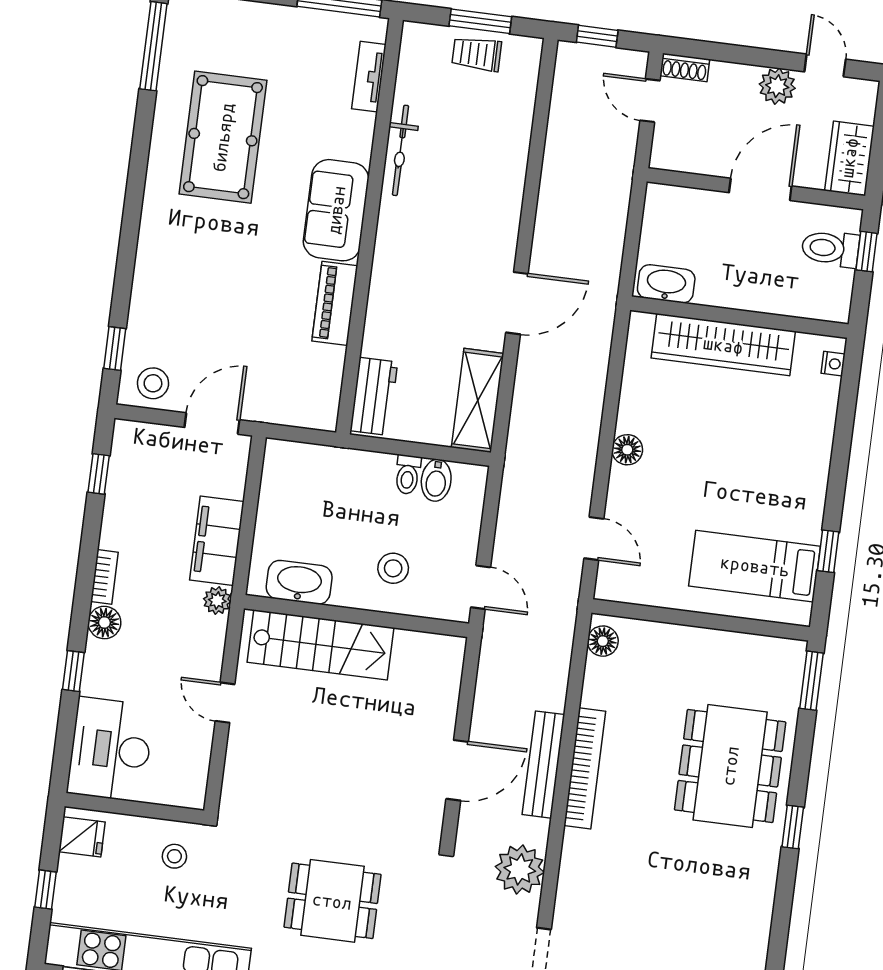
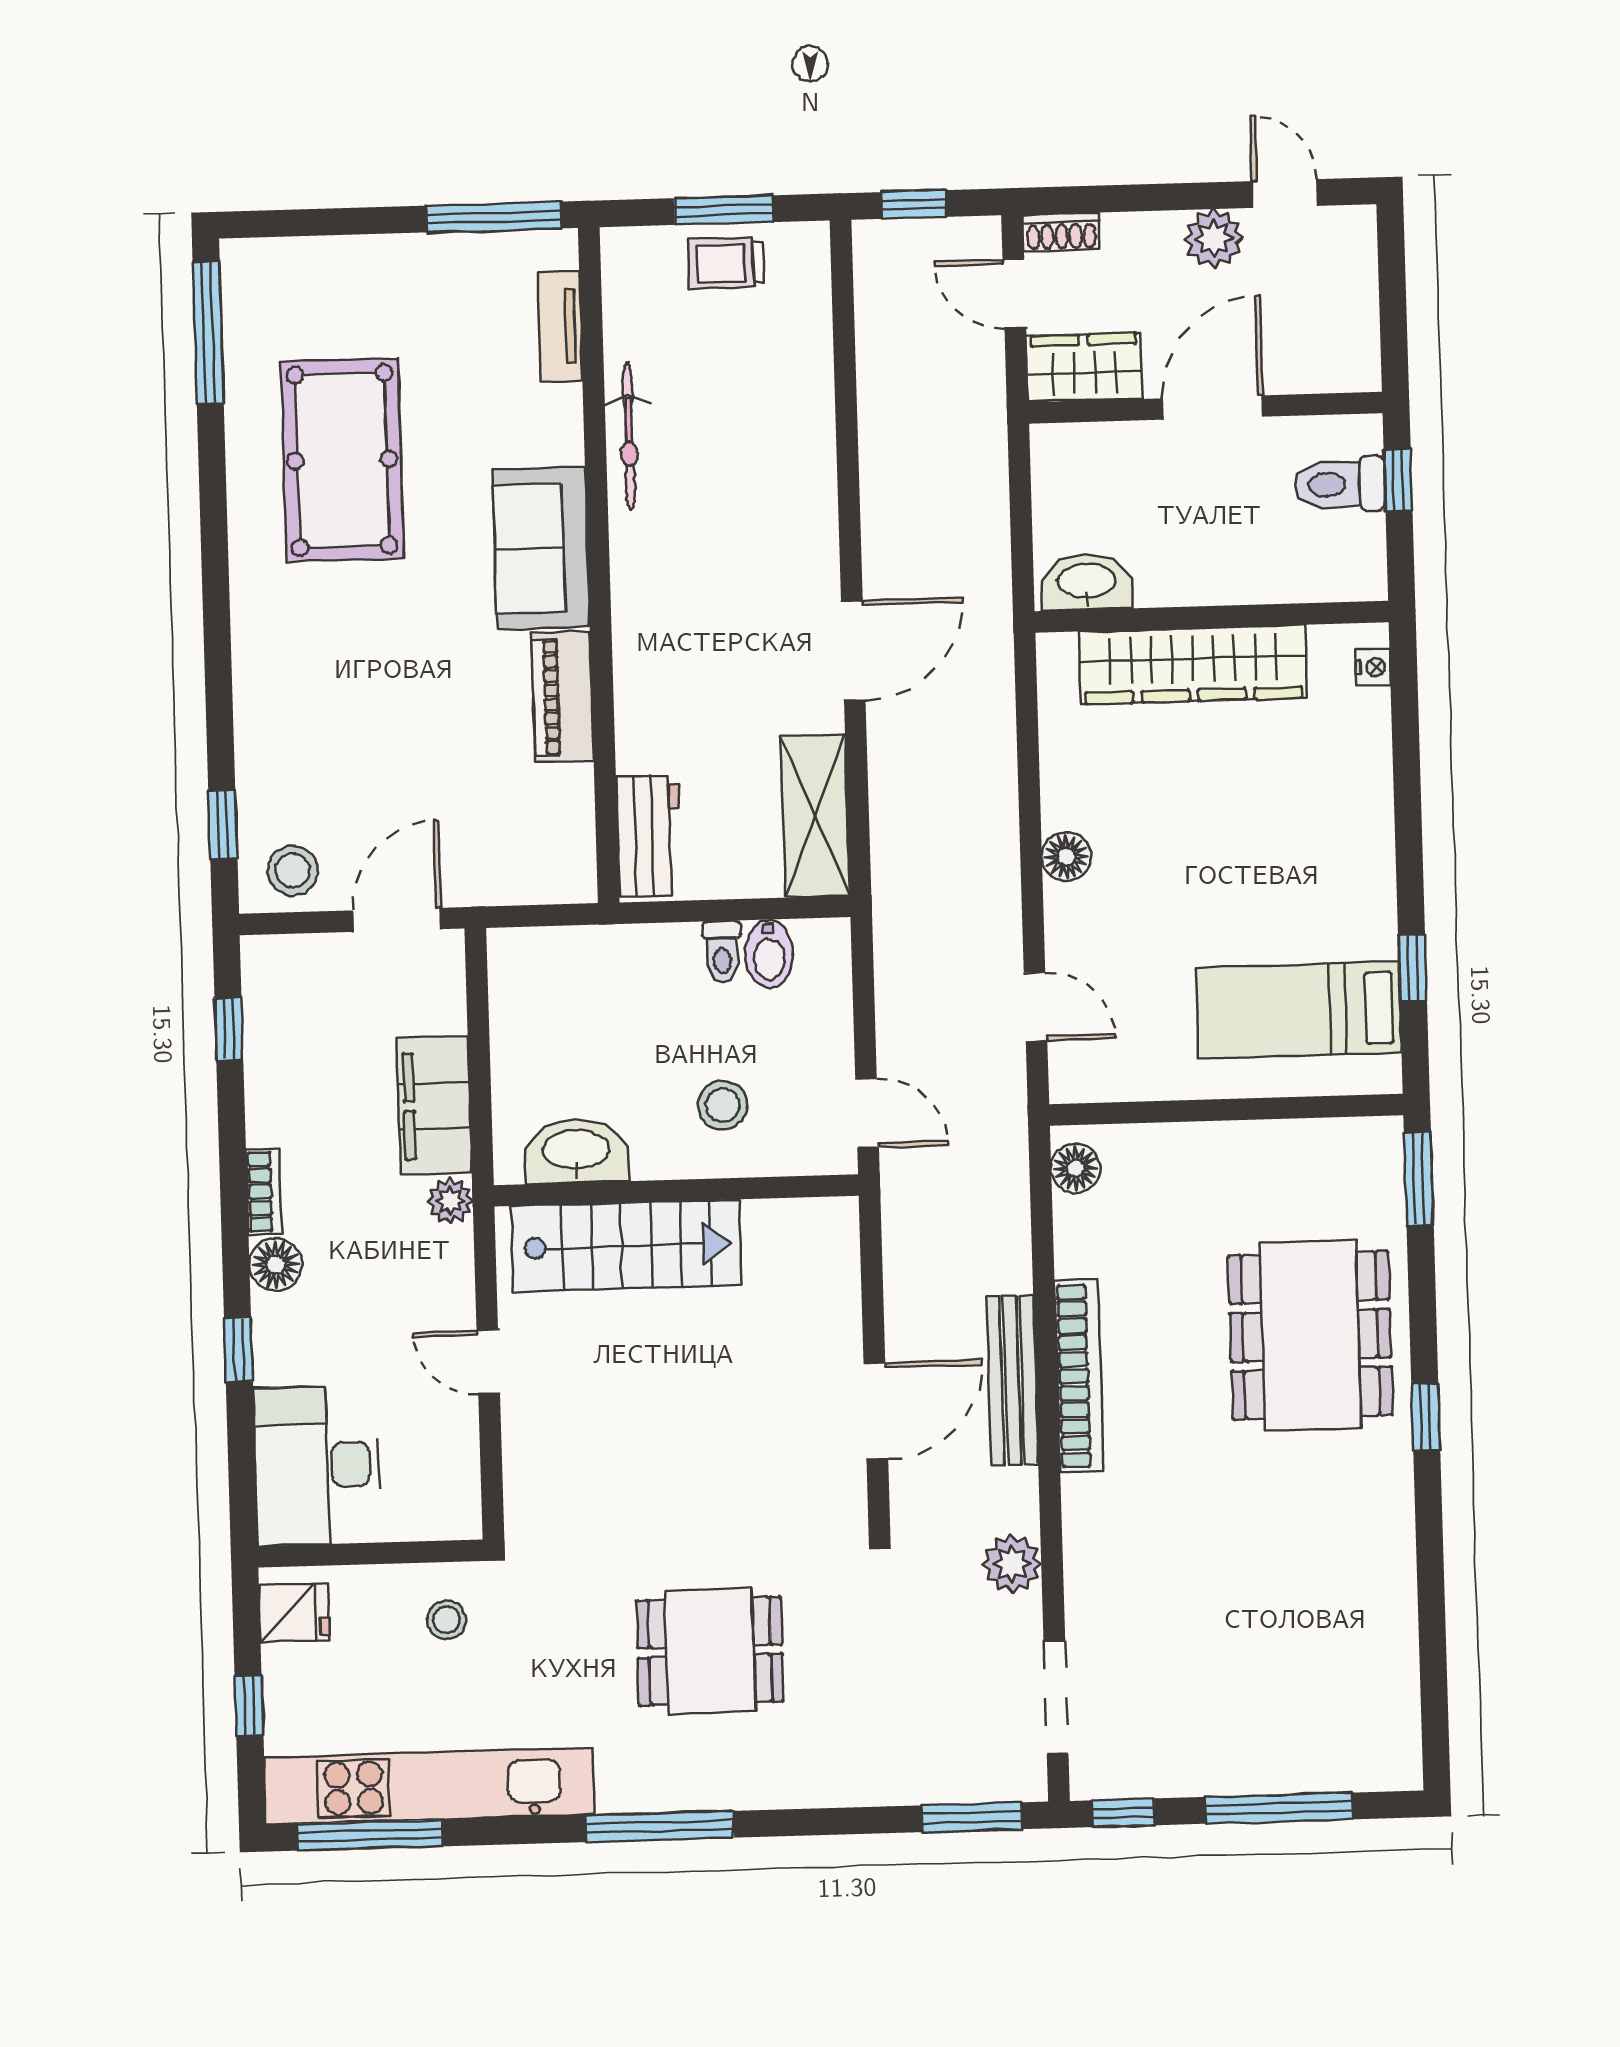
wardrobe: (849, 158) -> (1084, 367), moved, turned 90
plant: (520, 869) -> (1012, 1564), width x0.73, depth x0.73

